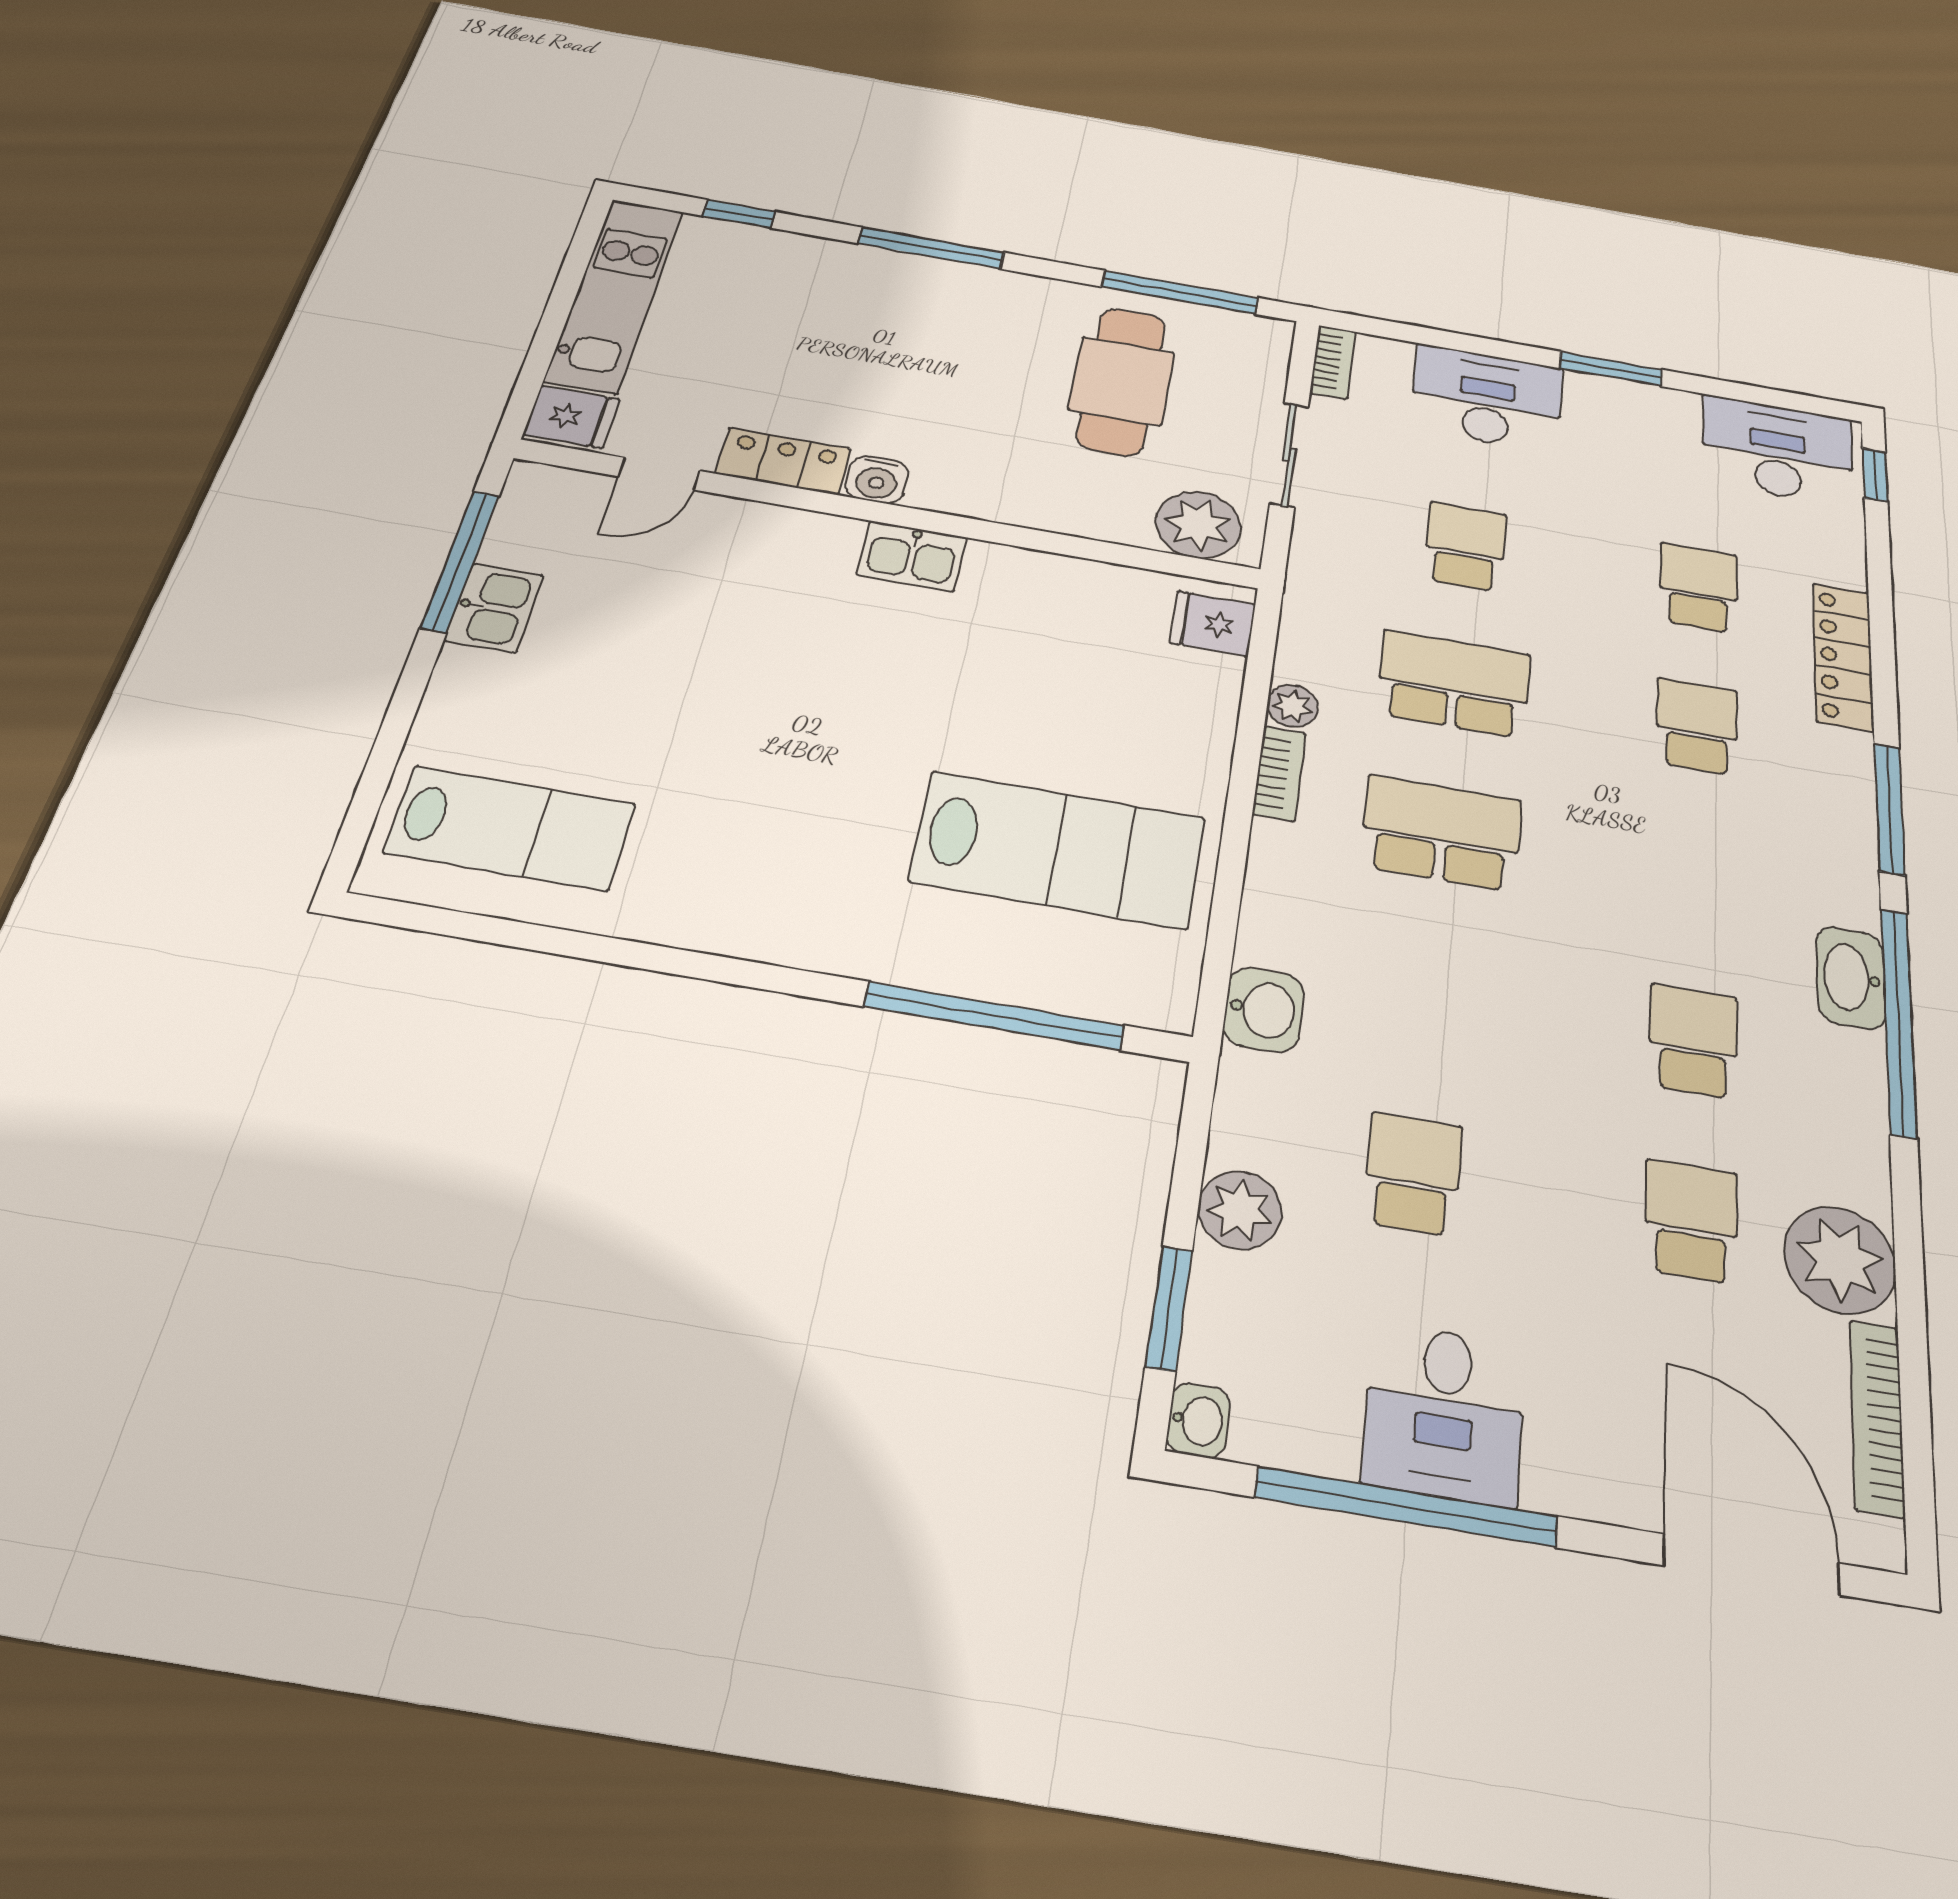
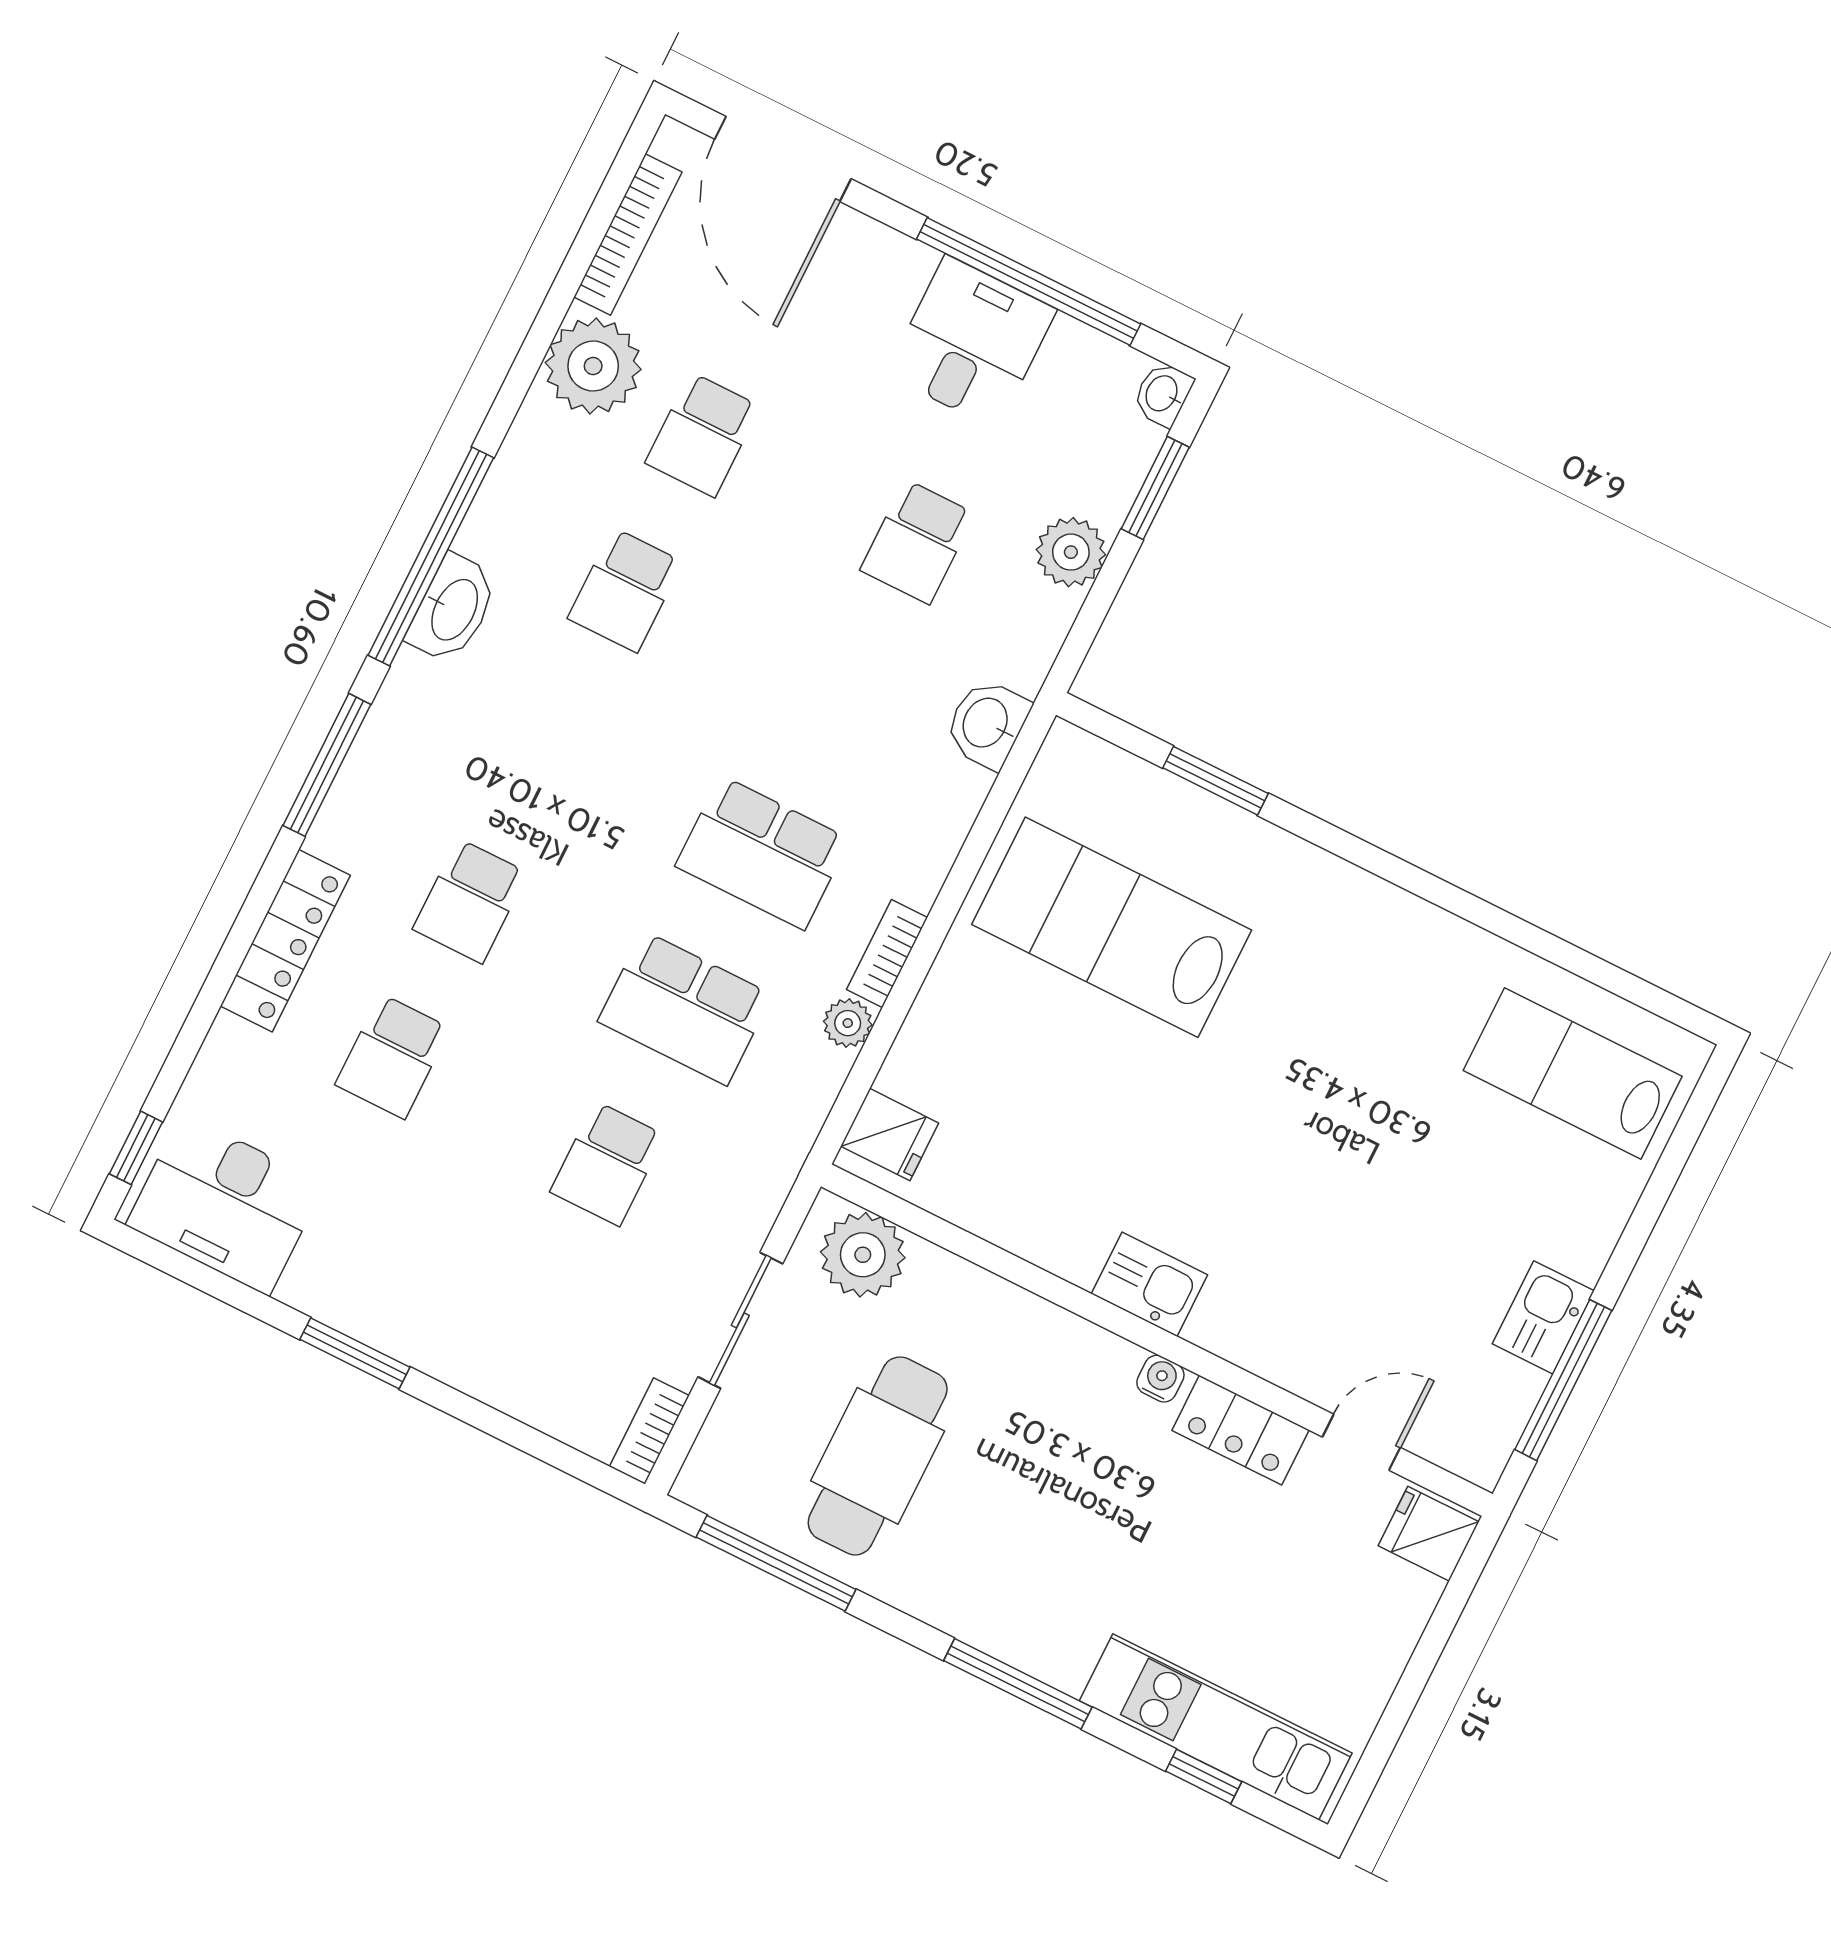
kitchen unit: (615, 295) -> (1216, 1727), moved, turned 90
desk: (1487, 398) -> (505, 1345), removed
water cooler: (877, 479) -> (1160, 1379), width x0.72, depth x0.72
window: (994, 1016) -> (1215, 781), width x0.47

